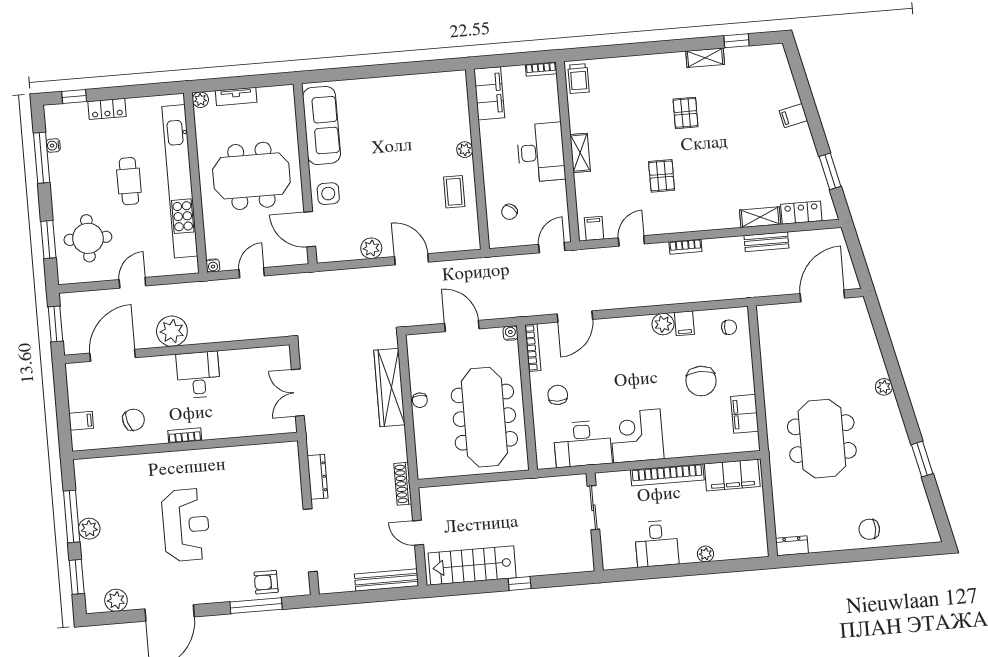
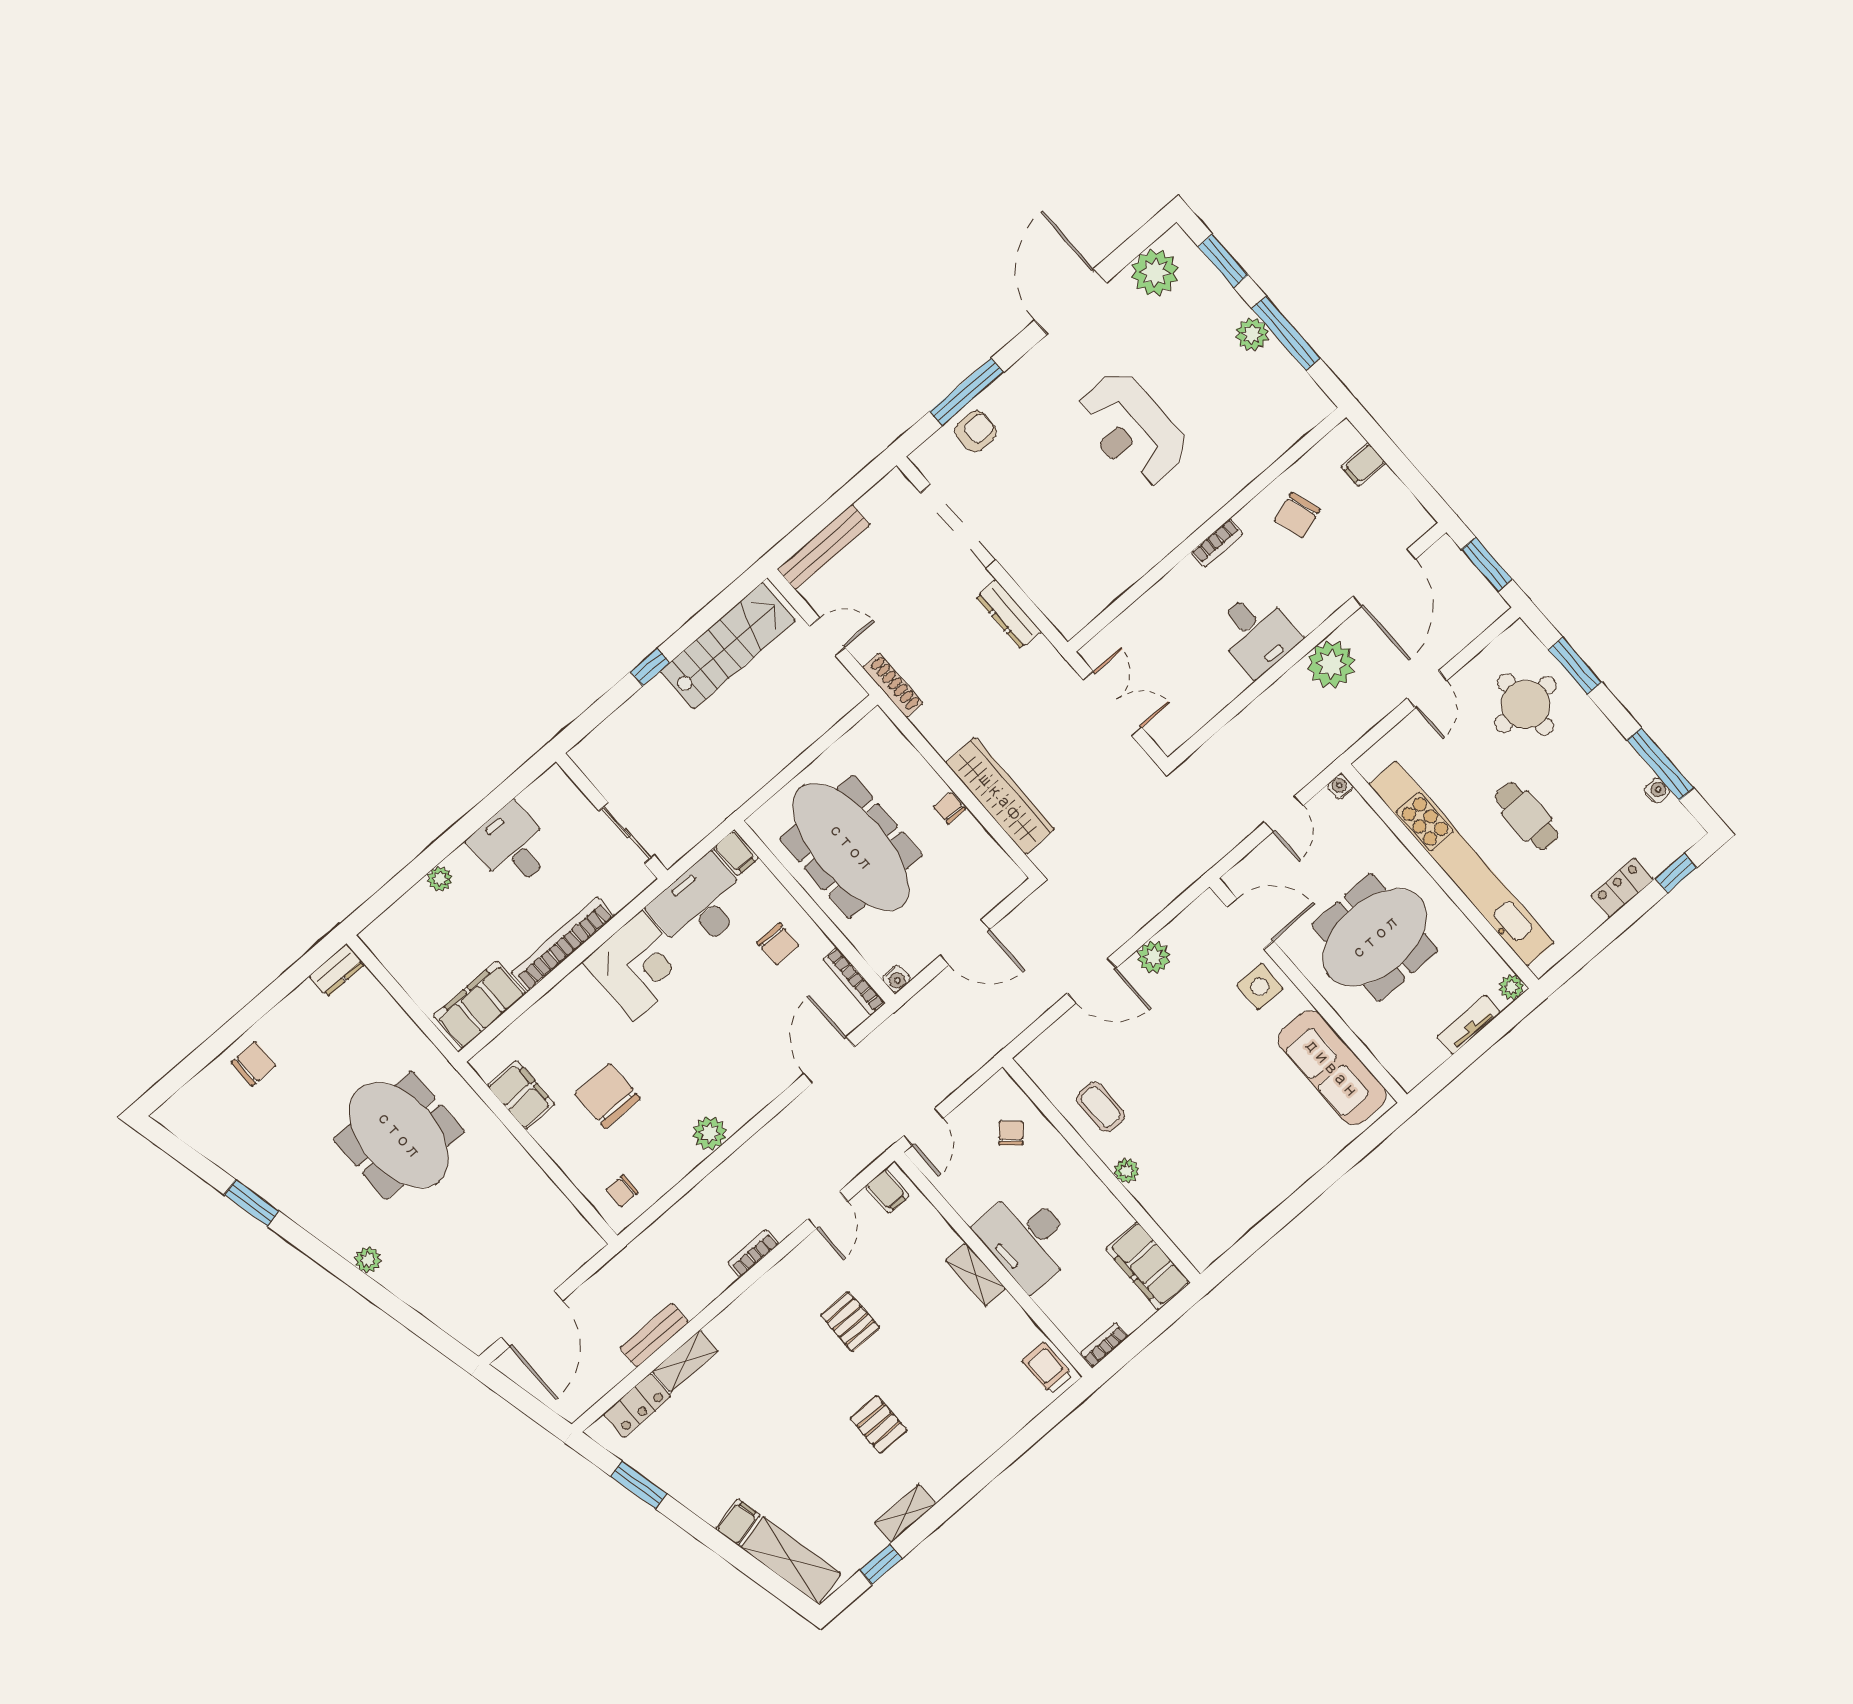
shelving: (781, 76) -> (791, 1560), added
filing cabinet: (684, 323) -> (736, 853), moved, turned 180
plant: (116, 600) -> (1155, 272), width x1.36, depth x1.36

